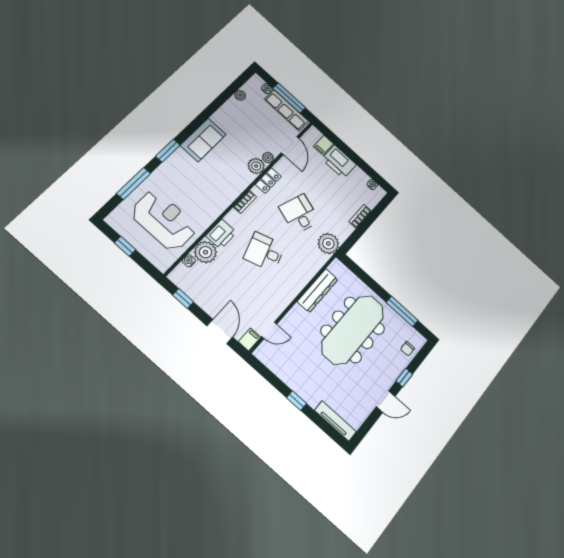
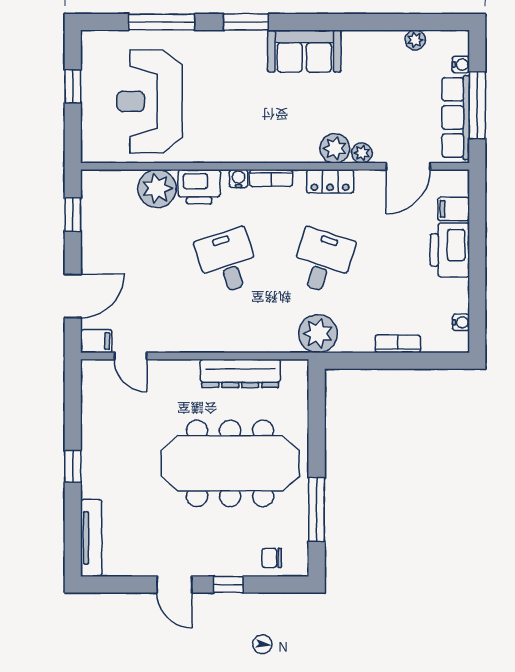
reception desk: (164, 220) -> (150, 101), turned 180
water cooler: (189, 261) -> (239, 179), moved

